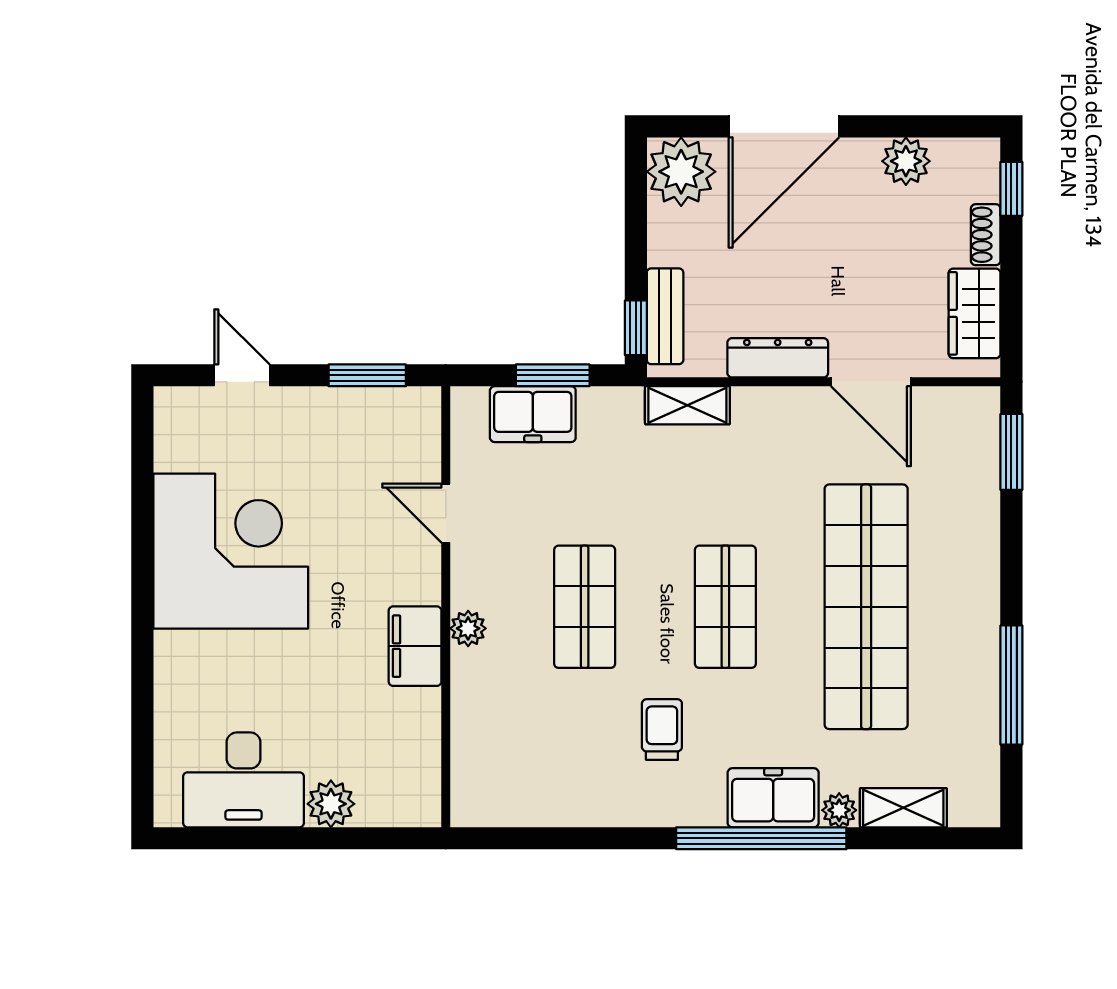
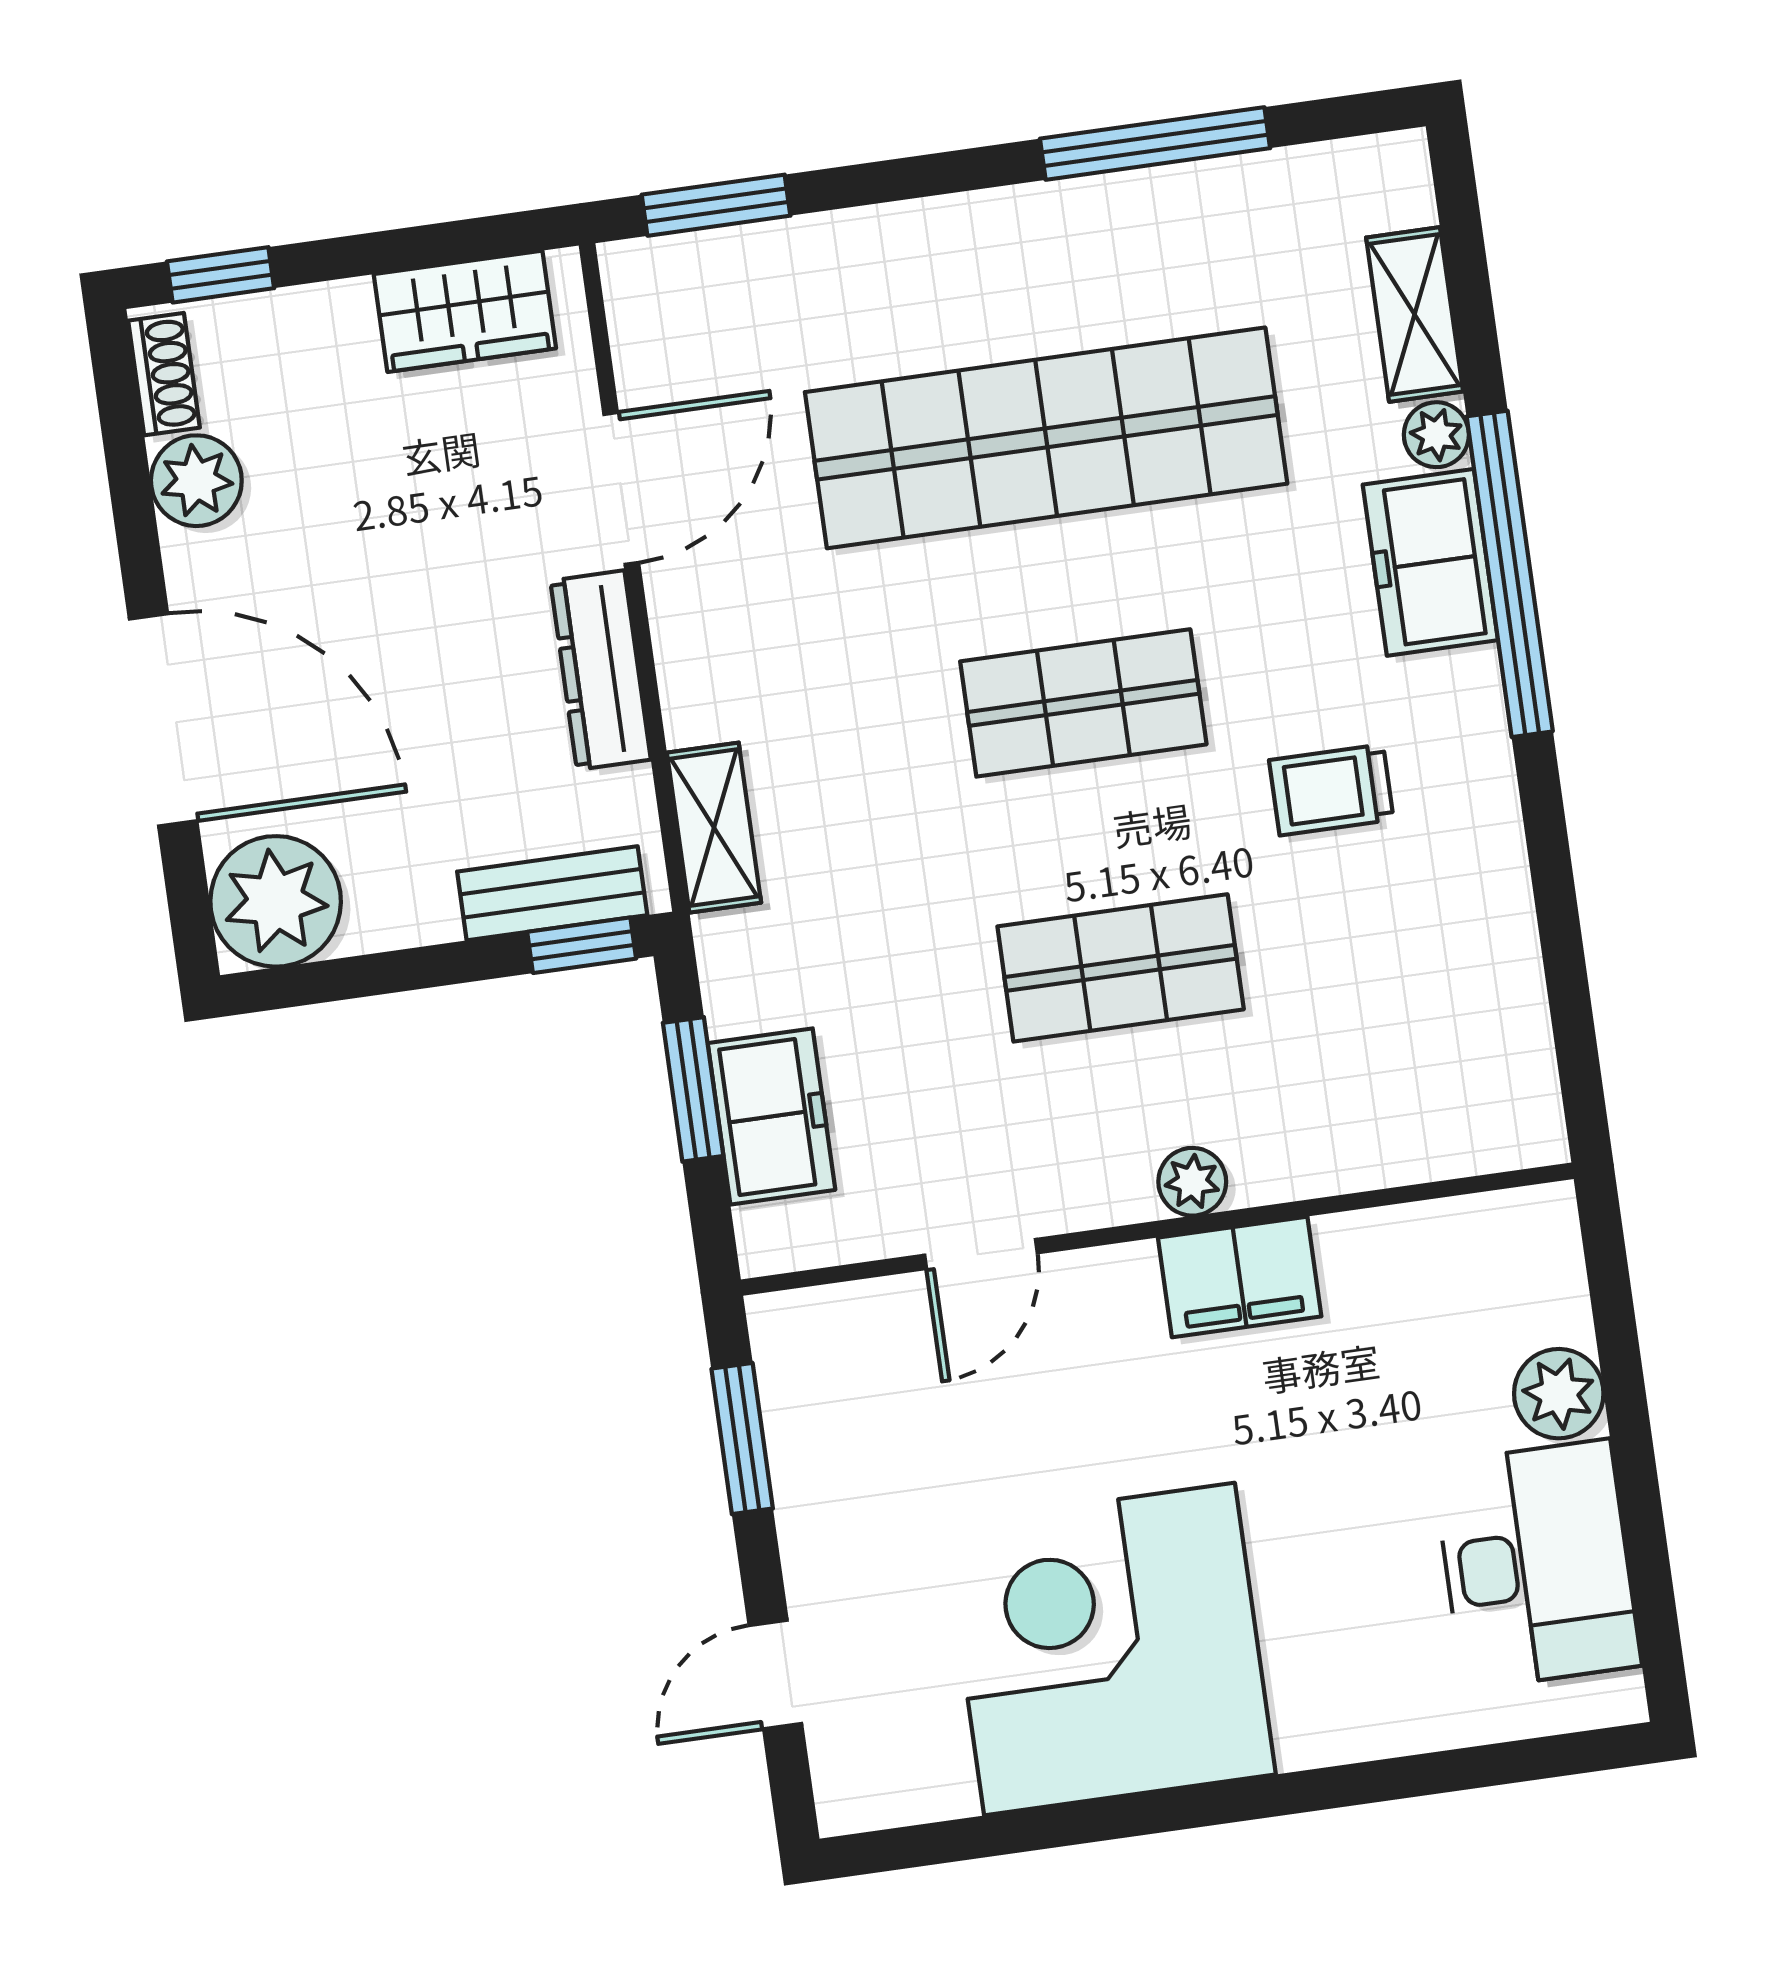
shoe rack: (986, 235) -> (164, 374), moved, turned -90

